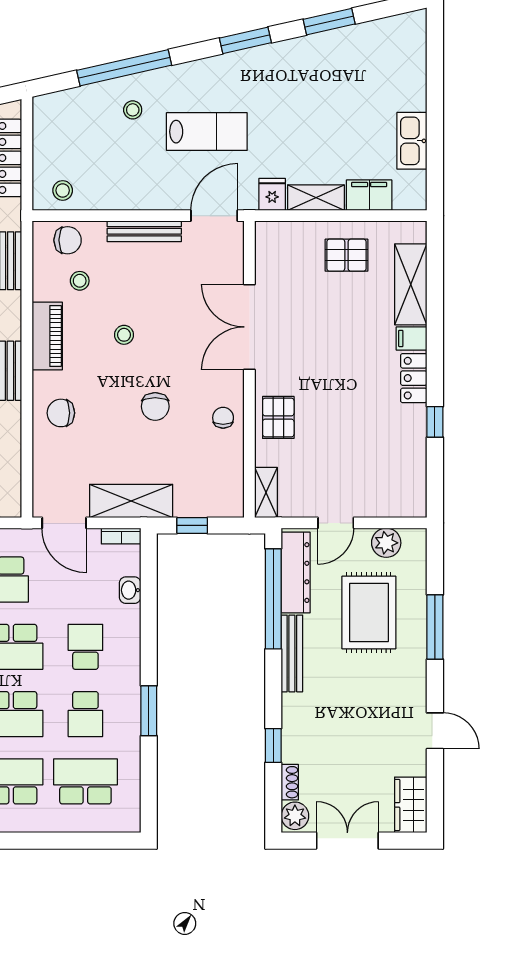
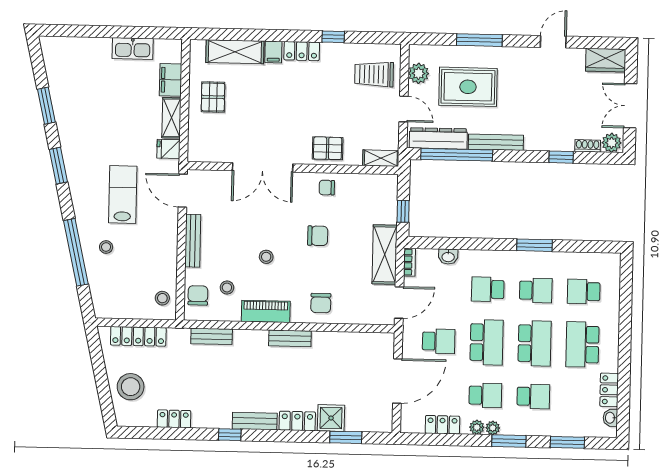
trolley: (383, 480) -> (374, 74), added
school desk: (85, 781) -> (584, 291), width x0.54

